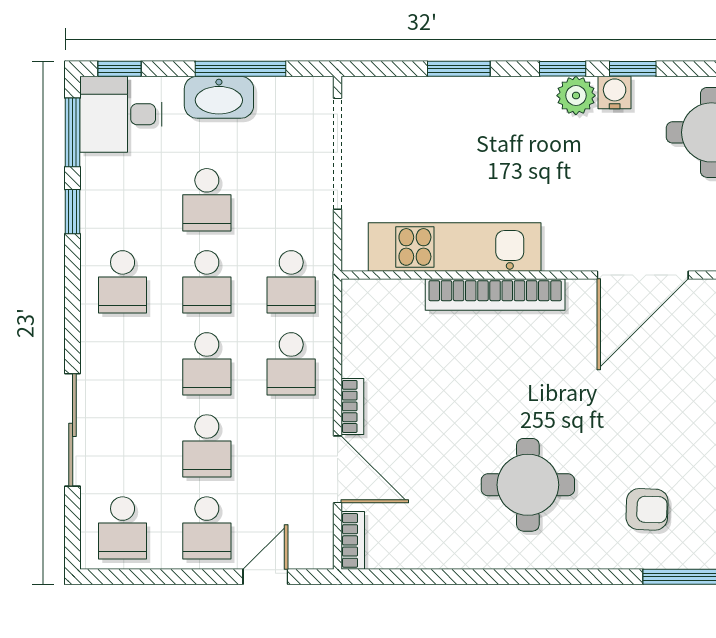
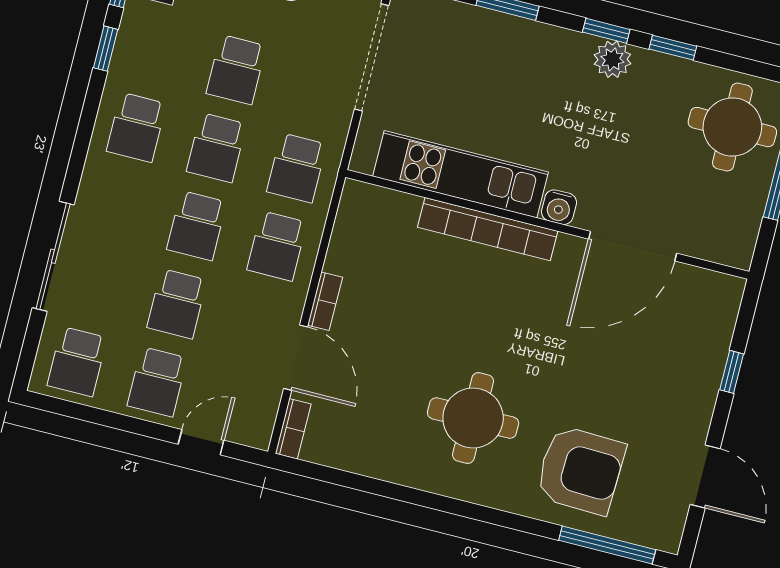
water cooler: (615, 93) -> (559, 207), moved, turned 180
armchair: (647, 509) -> (580, 470), width x1.88, depth x1.88

